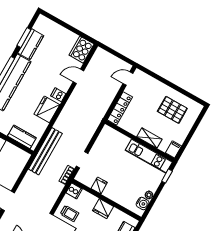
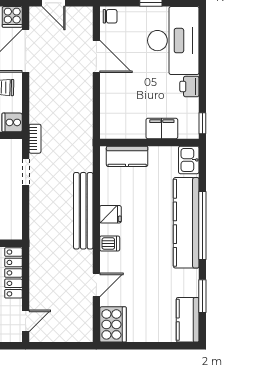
kitchen counter: (31, 44) -> (188, 320), moved
fridge: (47, 109) -> (110, 214), width x0.53, depth x0.75
bench: (45, 151) -> (83, 211), moved

